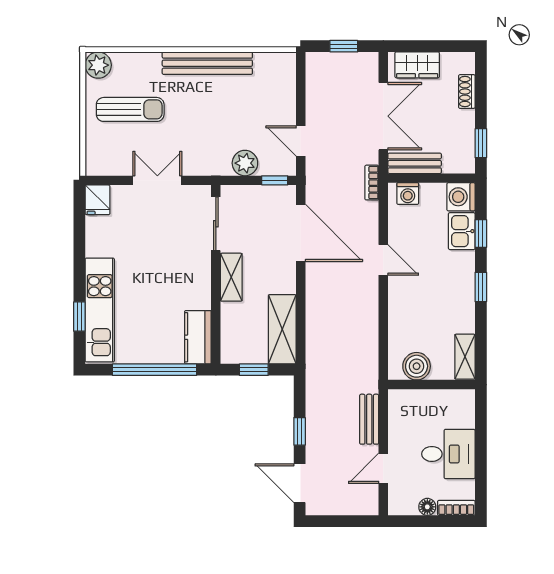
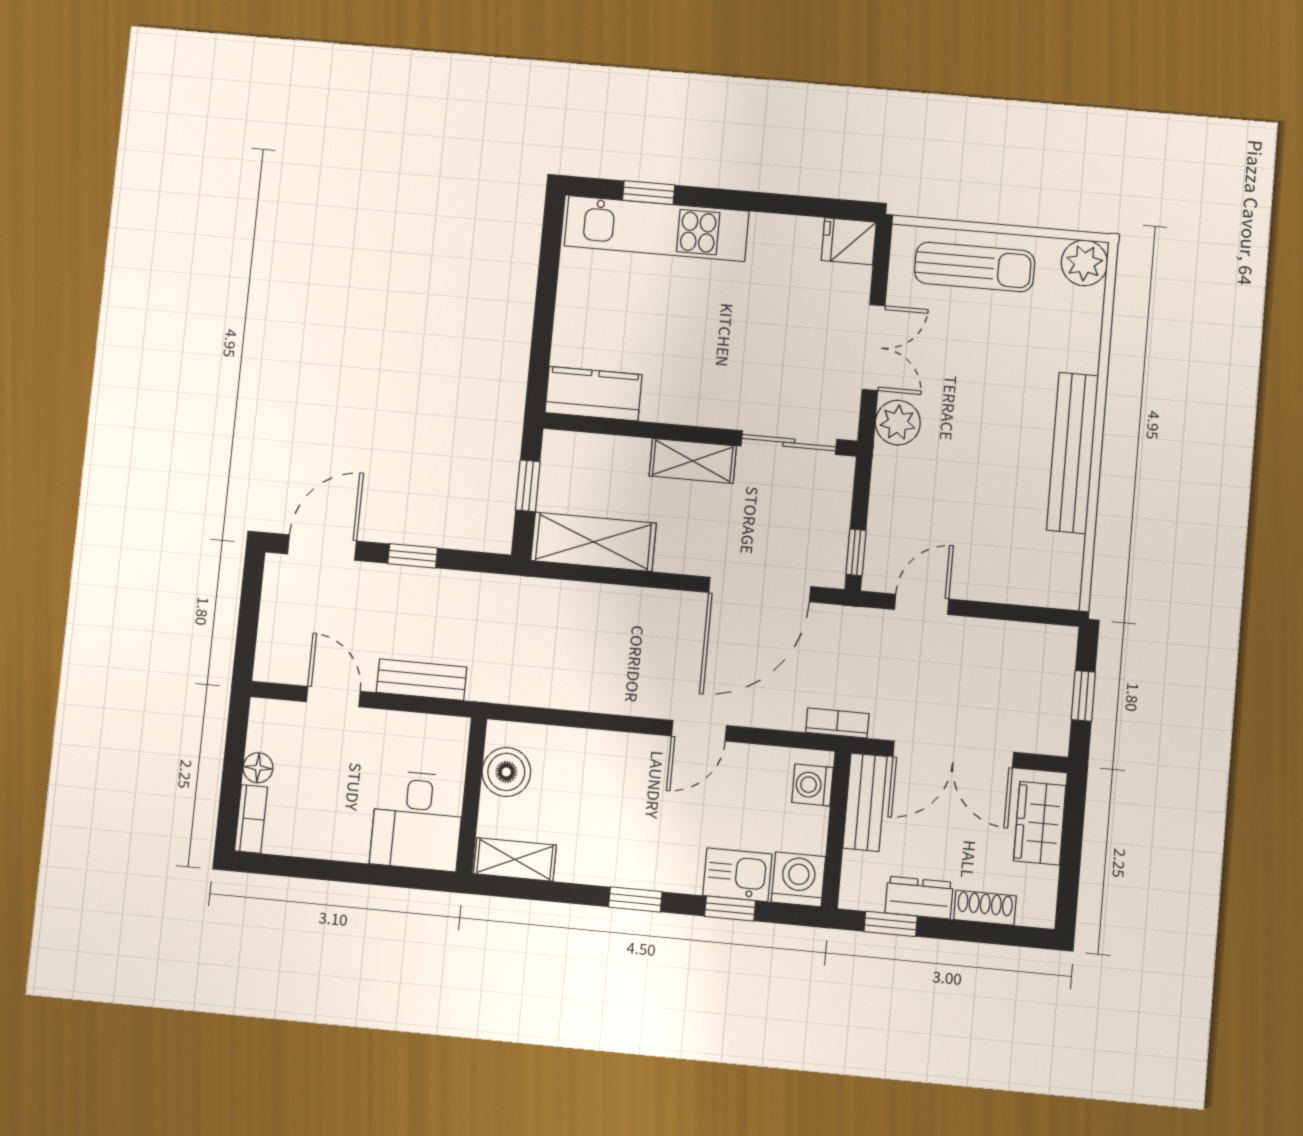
sun lounger: (130, 109) -> (975, 267), moved, turned -90
dresser: (465, 129) -> (919, 898), added
plant: (245, 163) -> (898, 423), moved
window: (154, 370) -> (544, 314), removed
desk: (448, 454) -> (417, 821), moved

